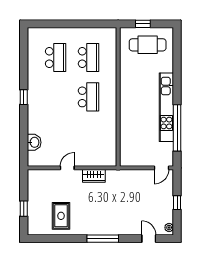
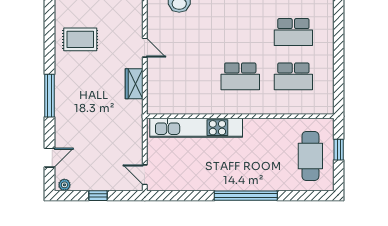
kitchen unit: (166, 107) -> (196, 128), moved, turned 180
window: (177, 128) -> (246, 196), moved

